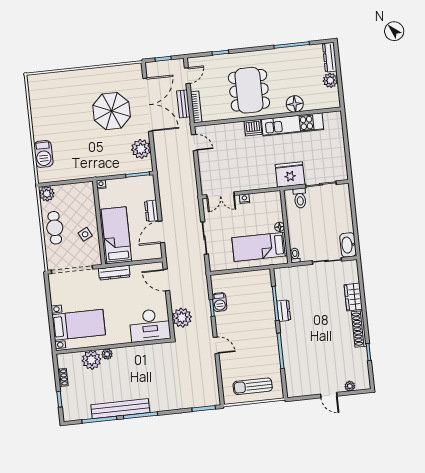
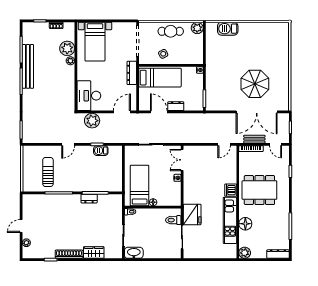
plant: (330, 80) -> (245, 253), moved
plant: (141, 149) -> (224, 103), removed
sun lounger: (253, 386) -> (48, 172), moved

